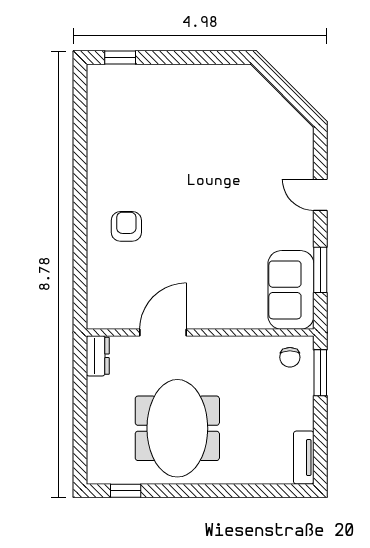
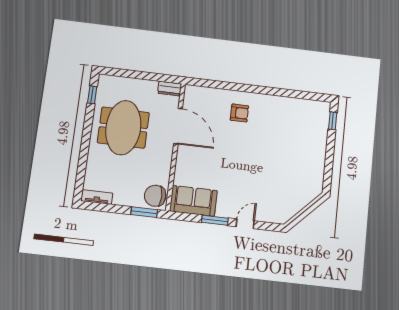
window: (320, 270) -> (215, 220), moved
door: (163, 333) -> (178, 126), width x1.36
chair: (290, 357) -> (155, 196), width x1.87, depth x1.87
meeting table: (177, 428) -> (123, 128), turned 90

